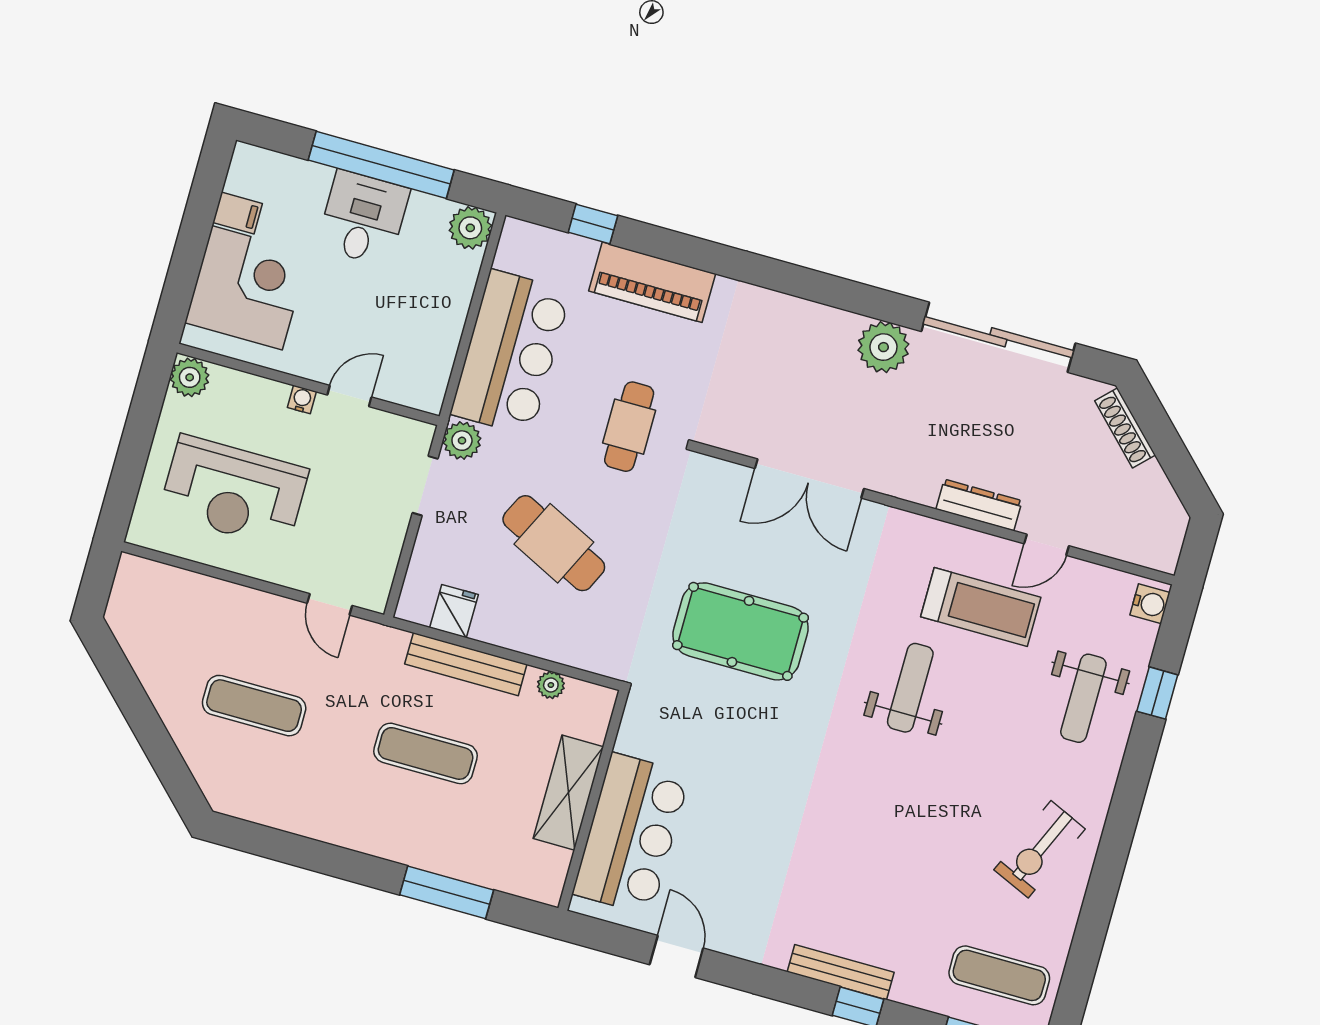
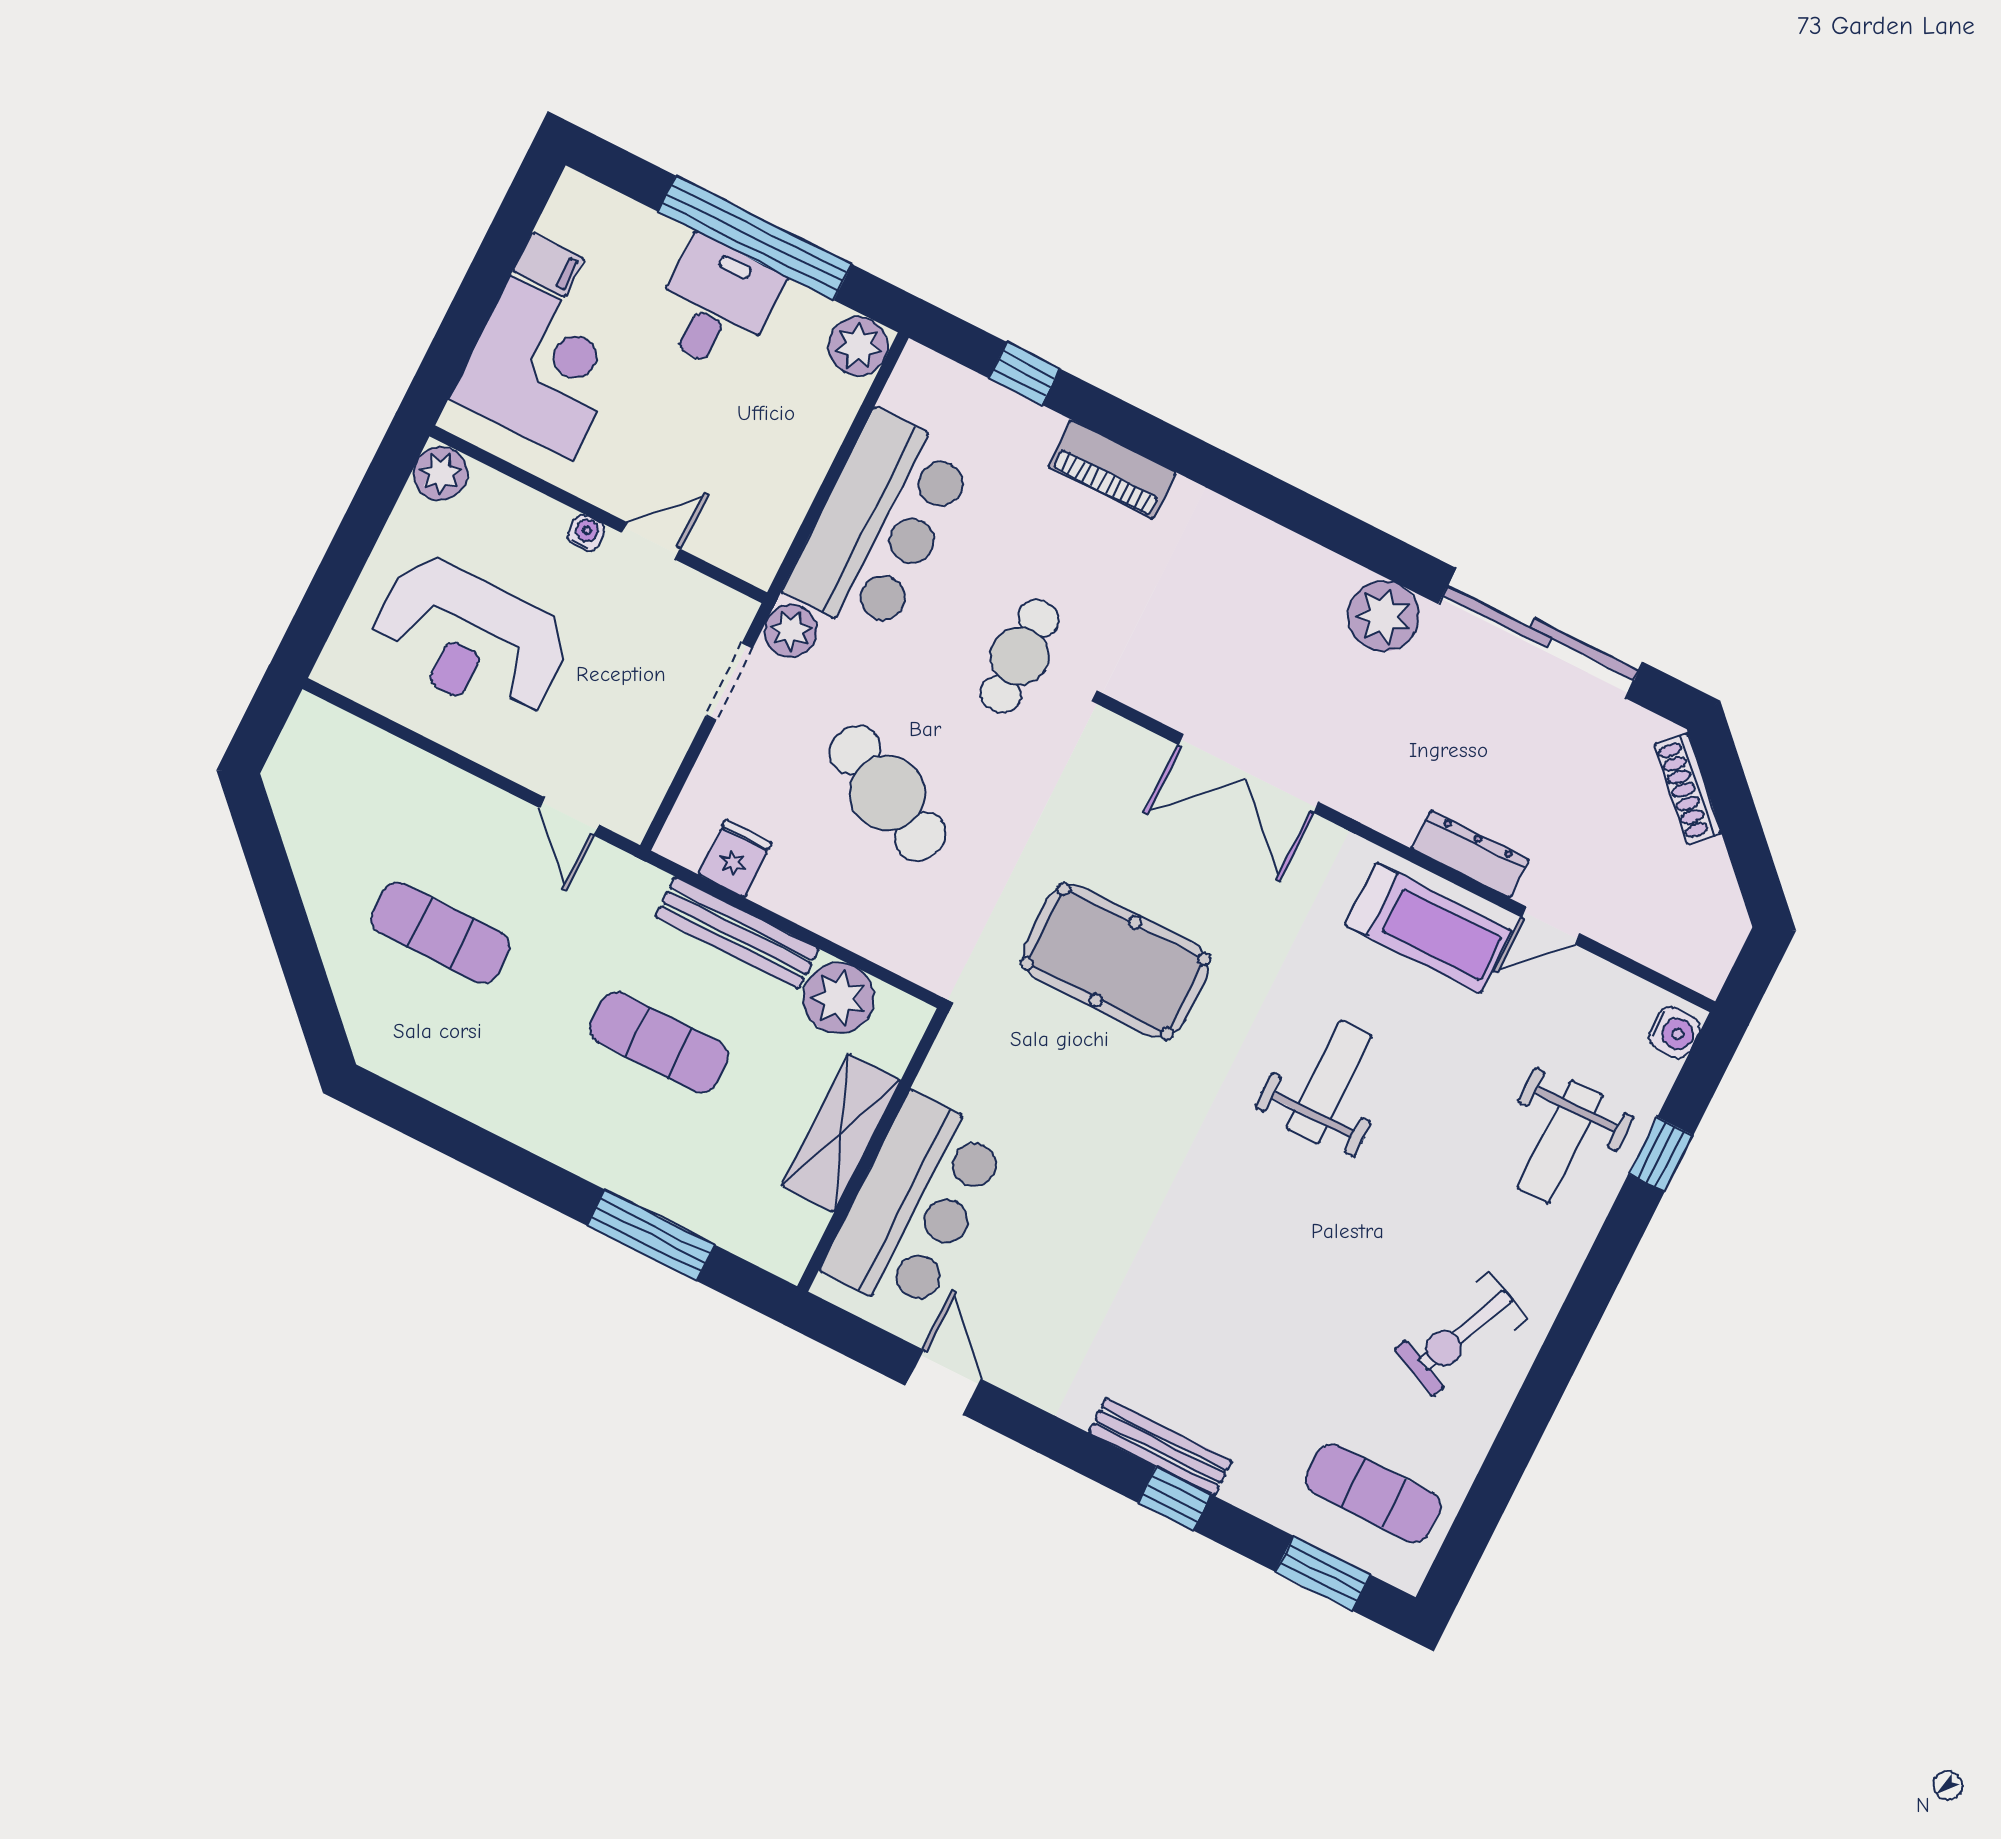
piano: (652, 282) -> (1112, 470), width x0.73, depth x0.75
treadmill: (981, 607) -> (1429, 928), moved
plant: (551, 685) -> (839, 998), width x1.87, depth x1.87

